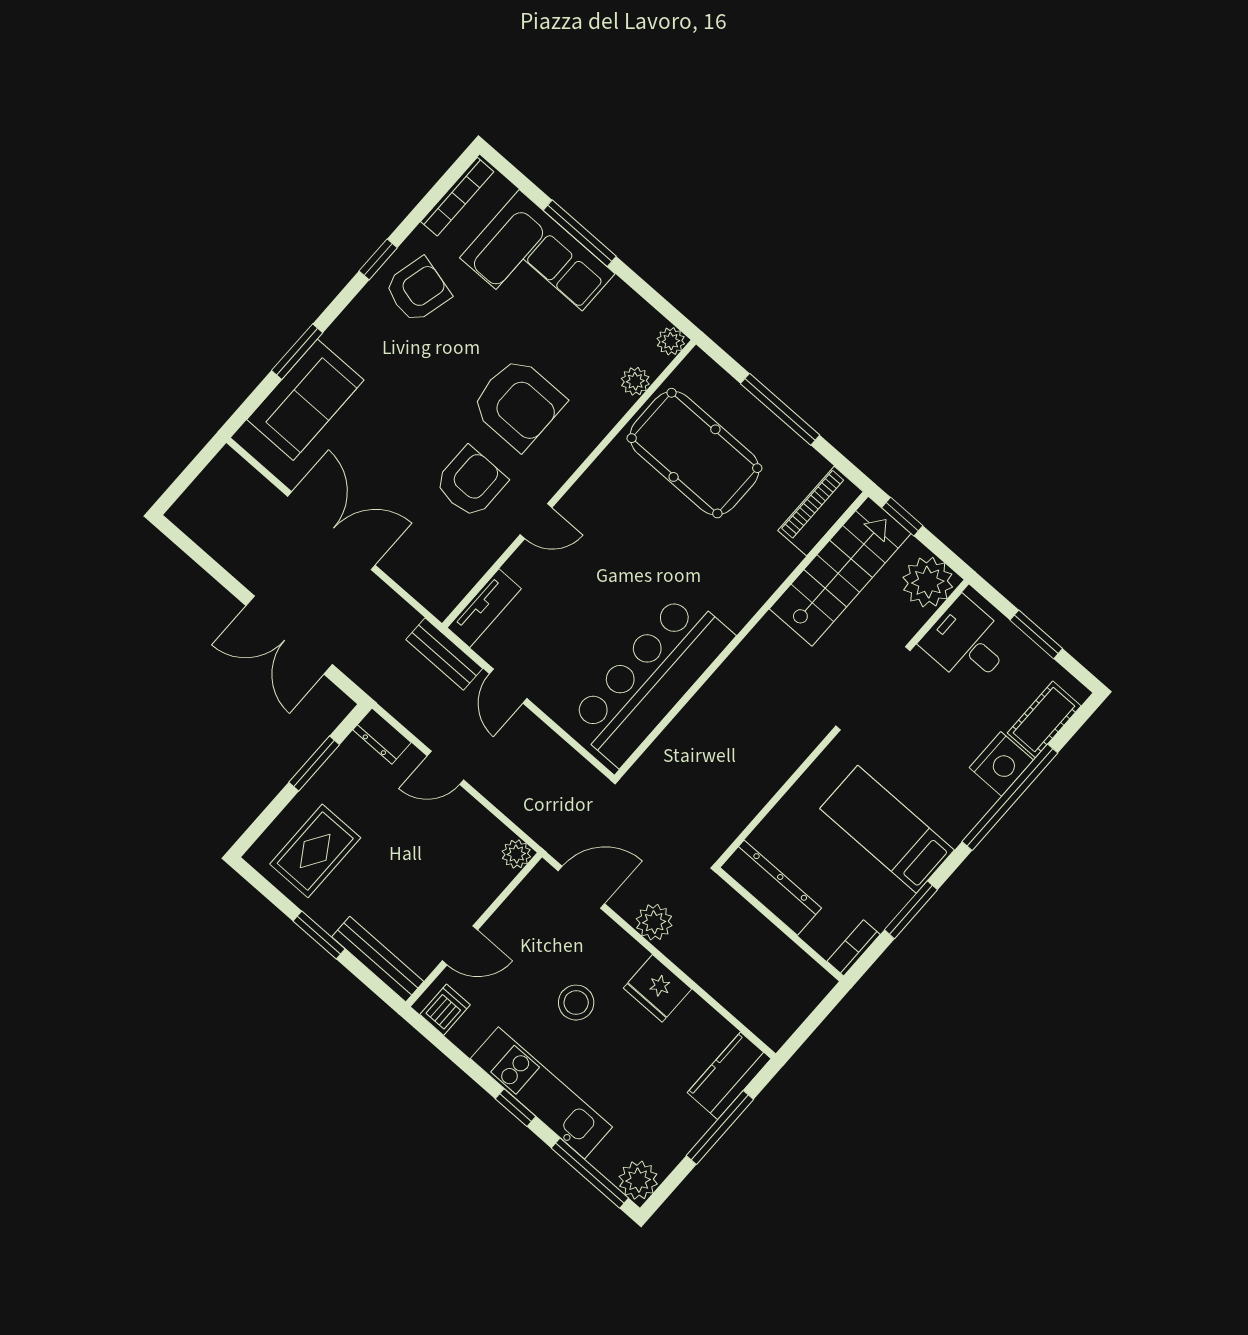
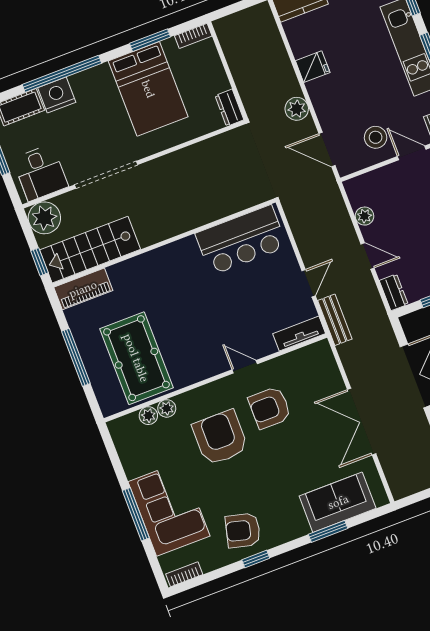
bookcase: (457, 197) -> (184, 574), width x0.64
plant: (671, 341) -> (167, 408), moved
bar counter: (651, 679) -> (241, 240), width x0.73
bed: (887, 829) -> (148, 89), width x1.50
plant: (516, 854) -> (364, 216), moved
dresser: (771, 888) -> (229, 108), width x0.51, depth x0.80
fridge: (657, 988) -> (313, 67), width x0.72
stool: (576, 1003) -> (376, 137), moved

